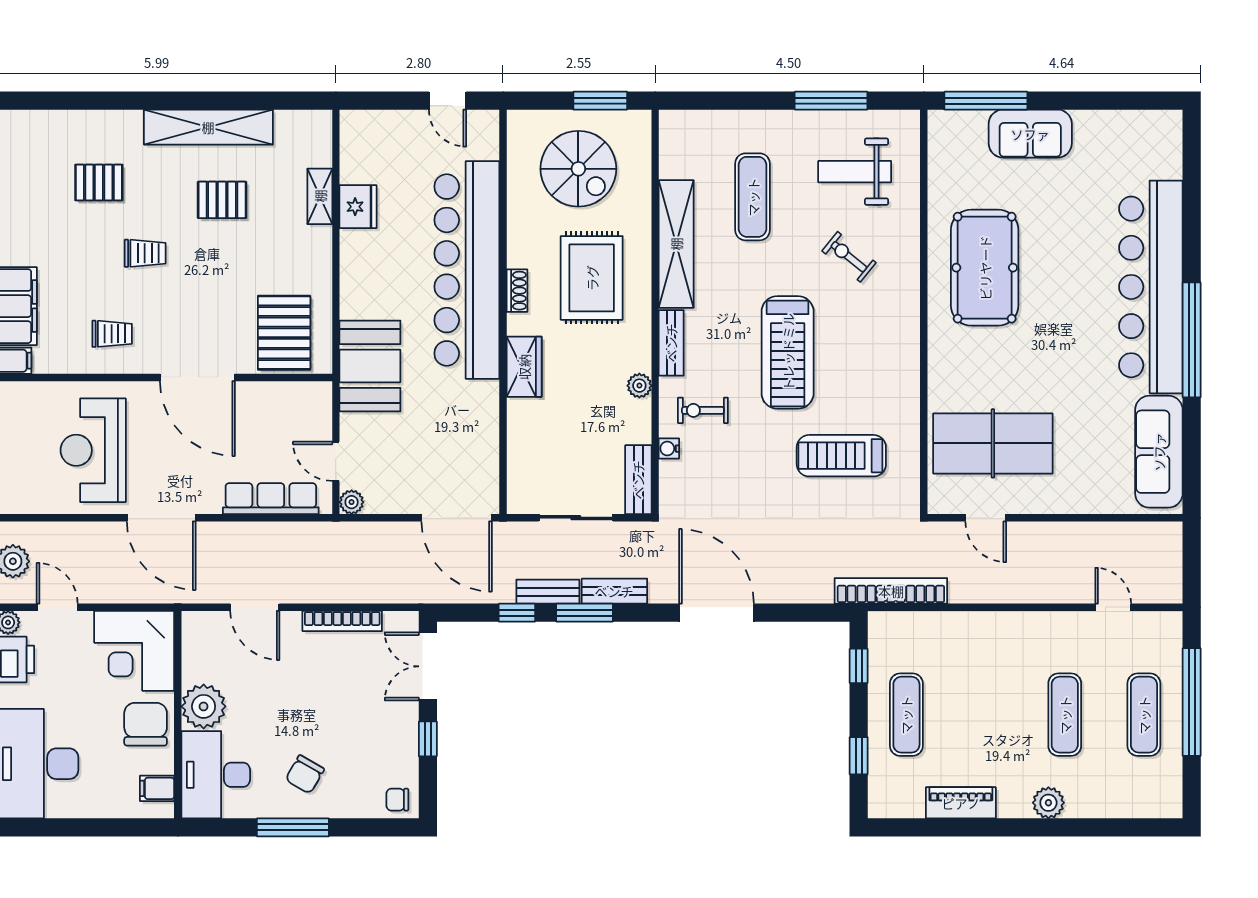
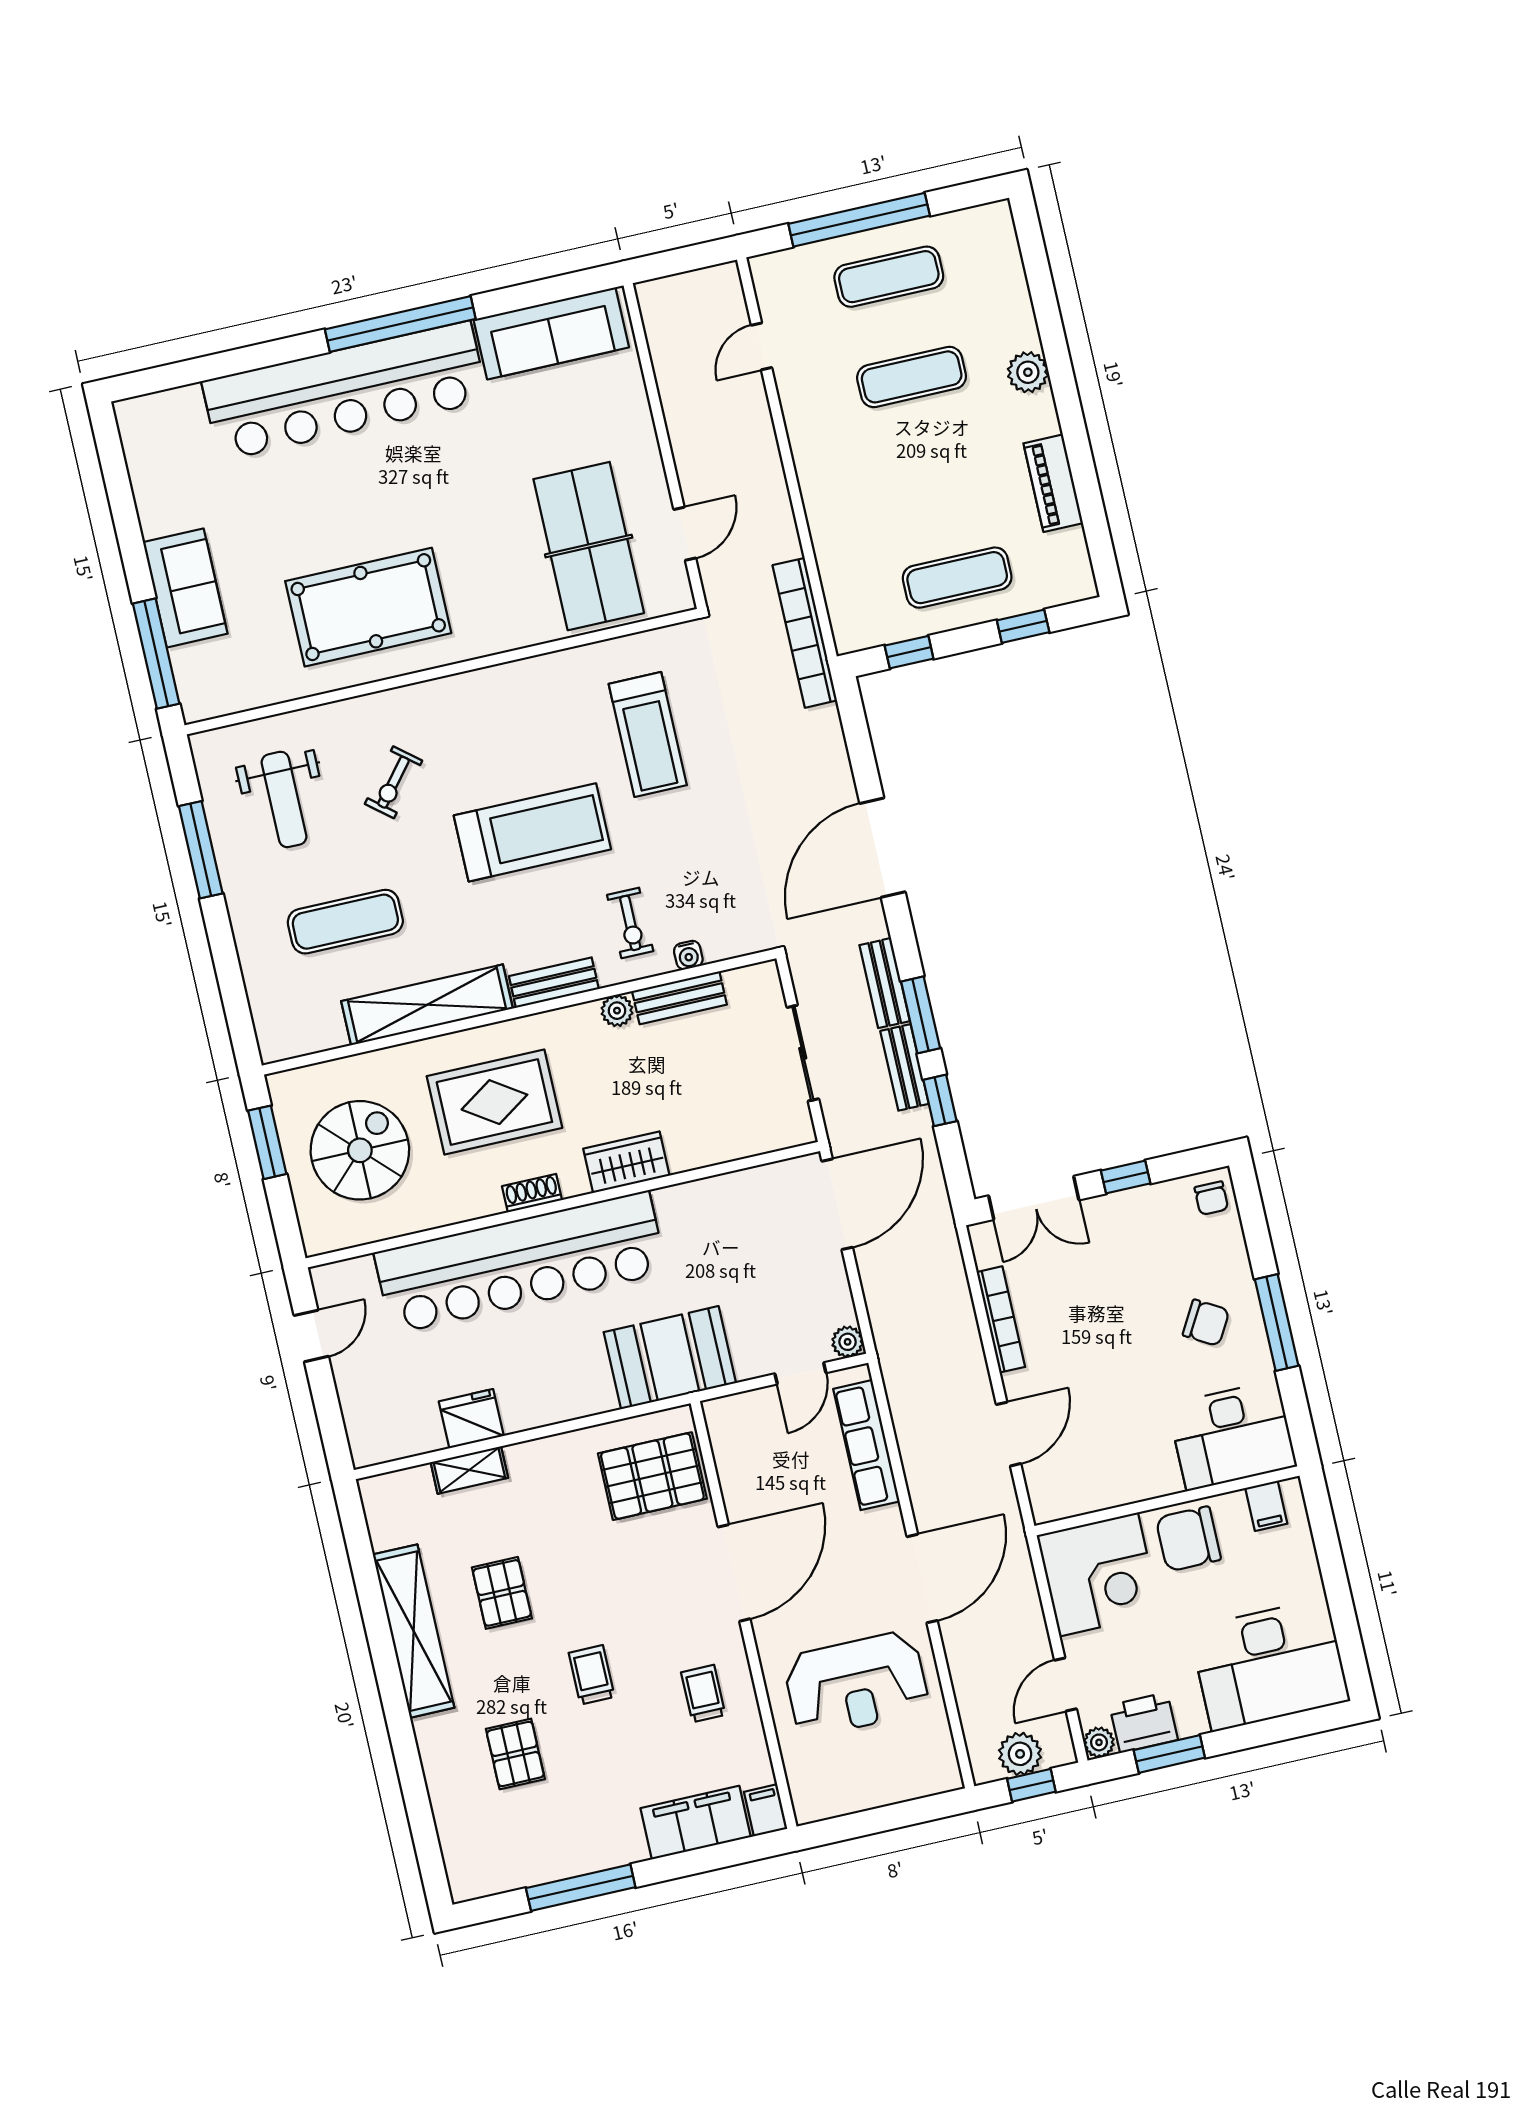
bench: (638, 480) -> (679, 998), moved
plant: (204, 706) -> (1149, 1471), removed

